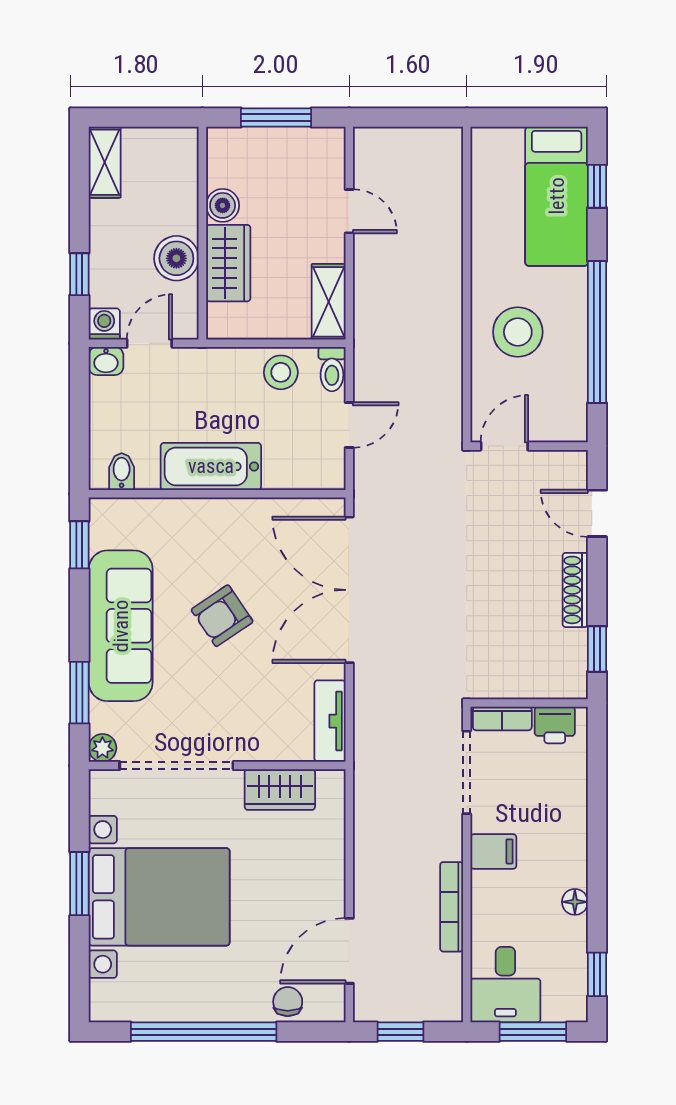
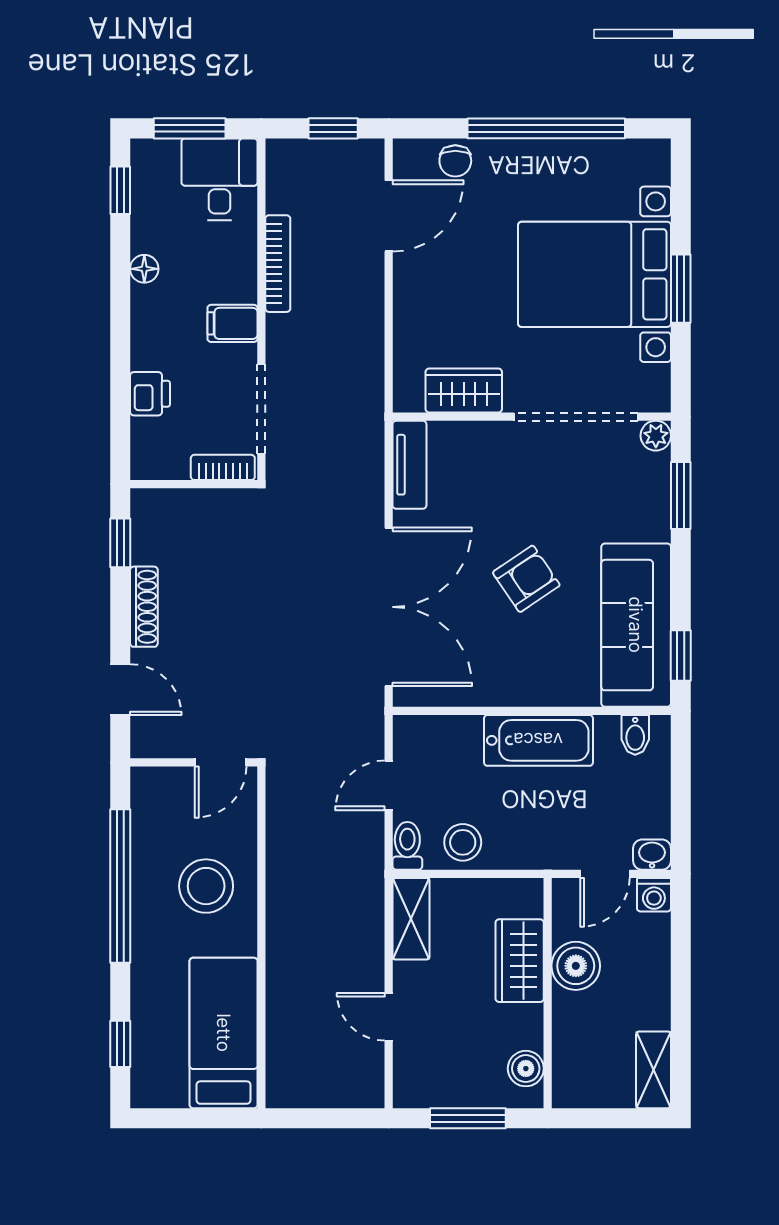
bed: (557, 196) -> (224, 1033), moved
boiler: (223, 205) -> (526, 1069), moved
window: (79, 274) -> (681, 949), removed
sofa: (121, 626) -> (636, 625), moved
printer: (555, 725) -> (150, 394), moved, turned 90

